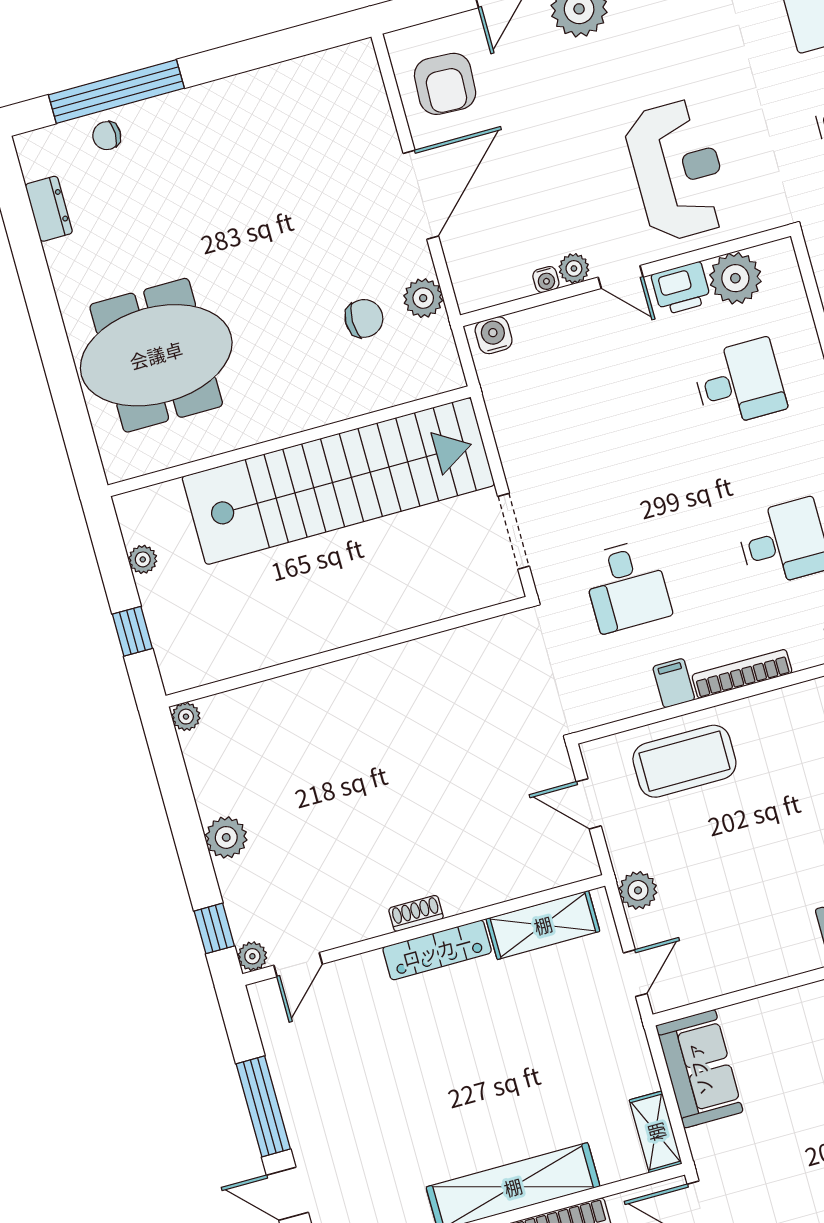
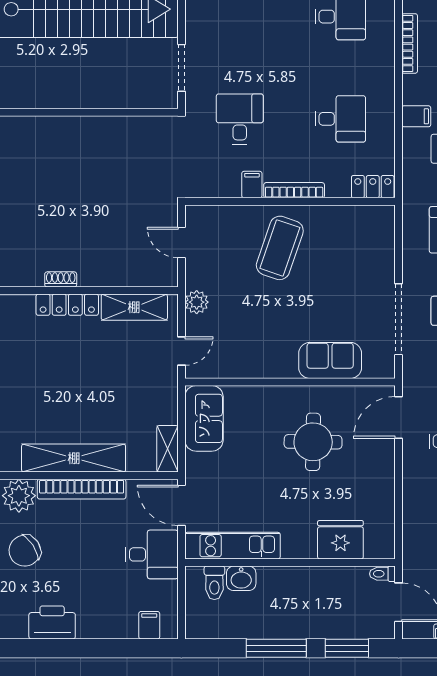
desk: (626, 586) -> (240, 119), turned 180
coffee table: (684, 761) -> (280, 248), moved, turned -71

